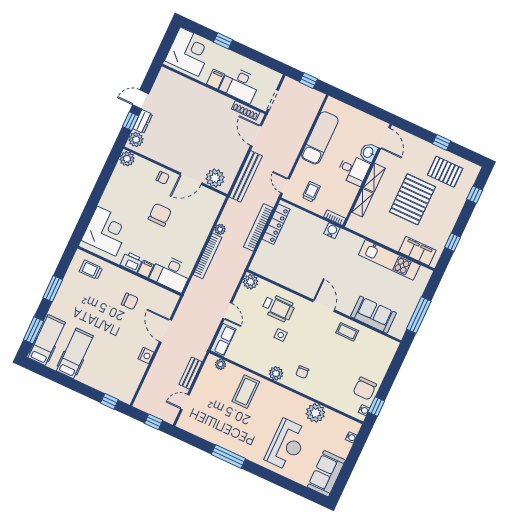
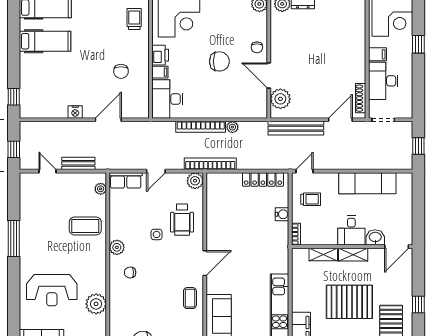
bookcase: (258, 227) -> (210, 164), moved
water cooler: (332, 231) -> (282, 214), moved

